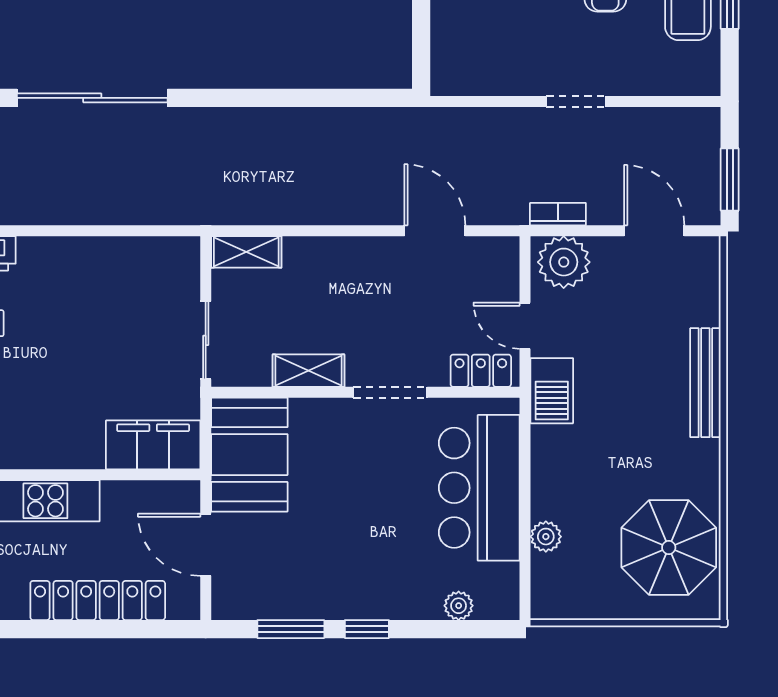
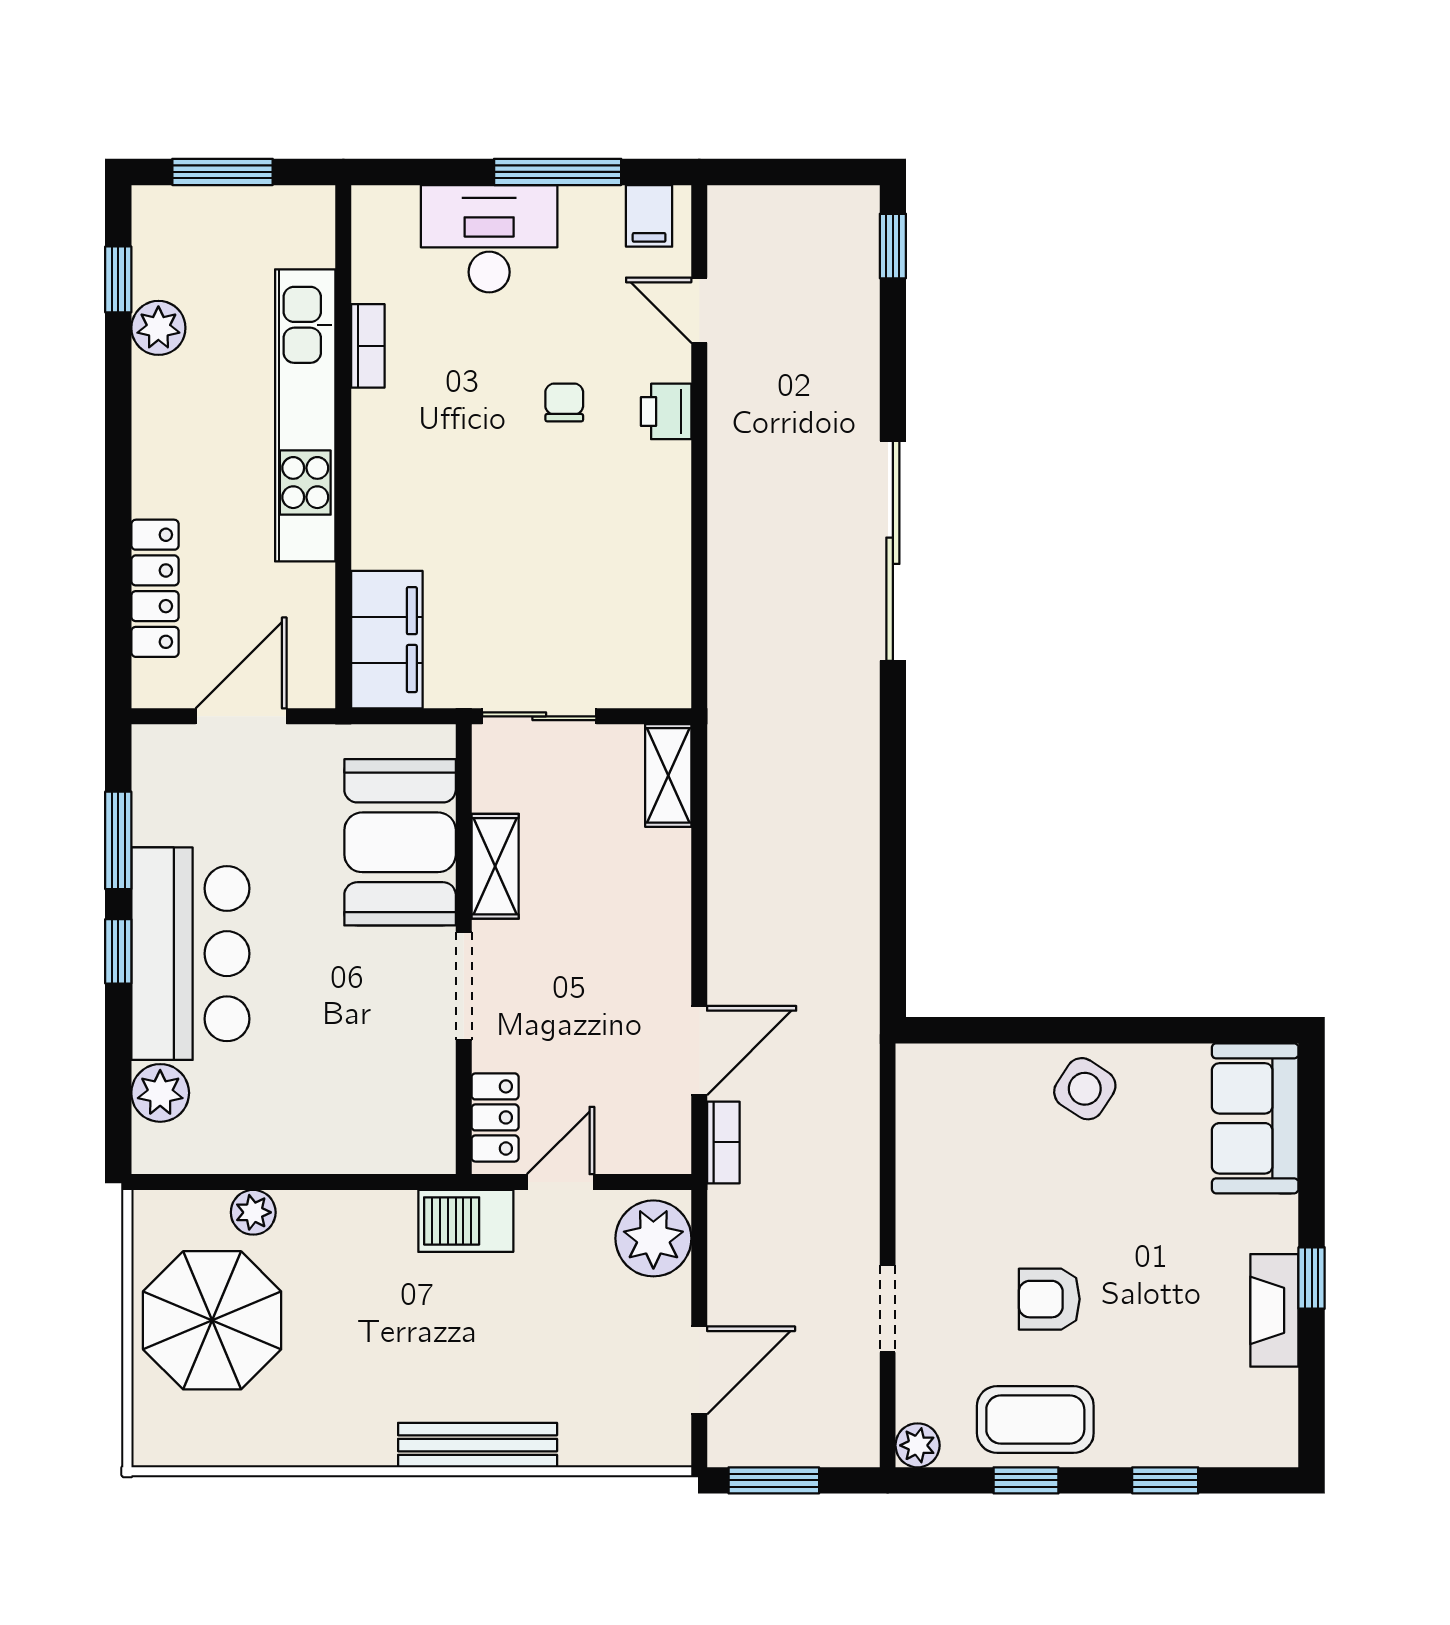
plant: (706, 81) -> (918, 1445), added
doorway: (576, 101) -> (888, 1309), moved
bookcase: (558, 214) -> (723, 1142), moved
booth: (249, 455) -> (400, 842), moved, turned 90
bar counter: (479, 488) -> (190, 954), moved, turned 90
parasol: (669, 547) -> (212, 1320), moved
locker: (98, 600) -> (155, 588), width x0.71, depth x0.83
plant: (459, 606) -> (160, 1093), width x1.38, depth x1.38

